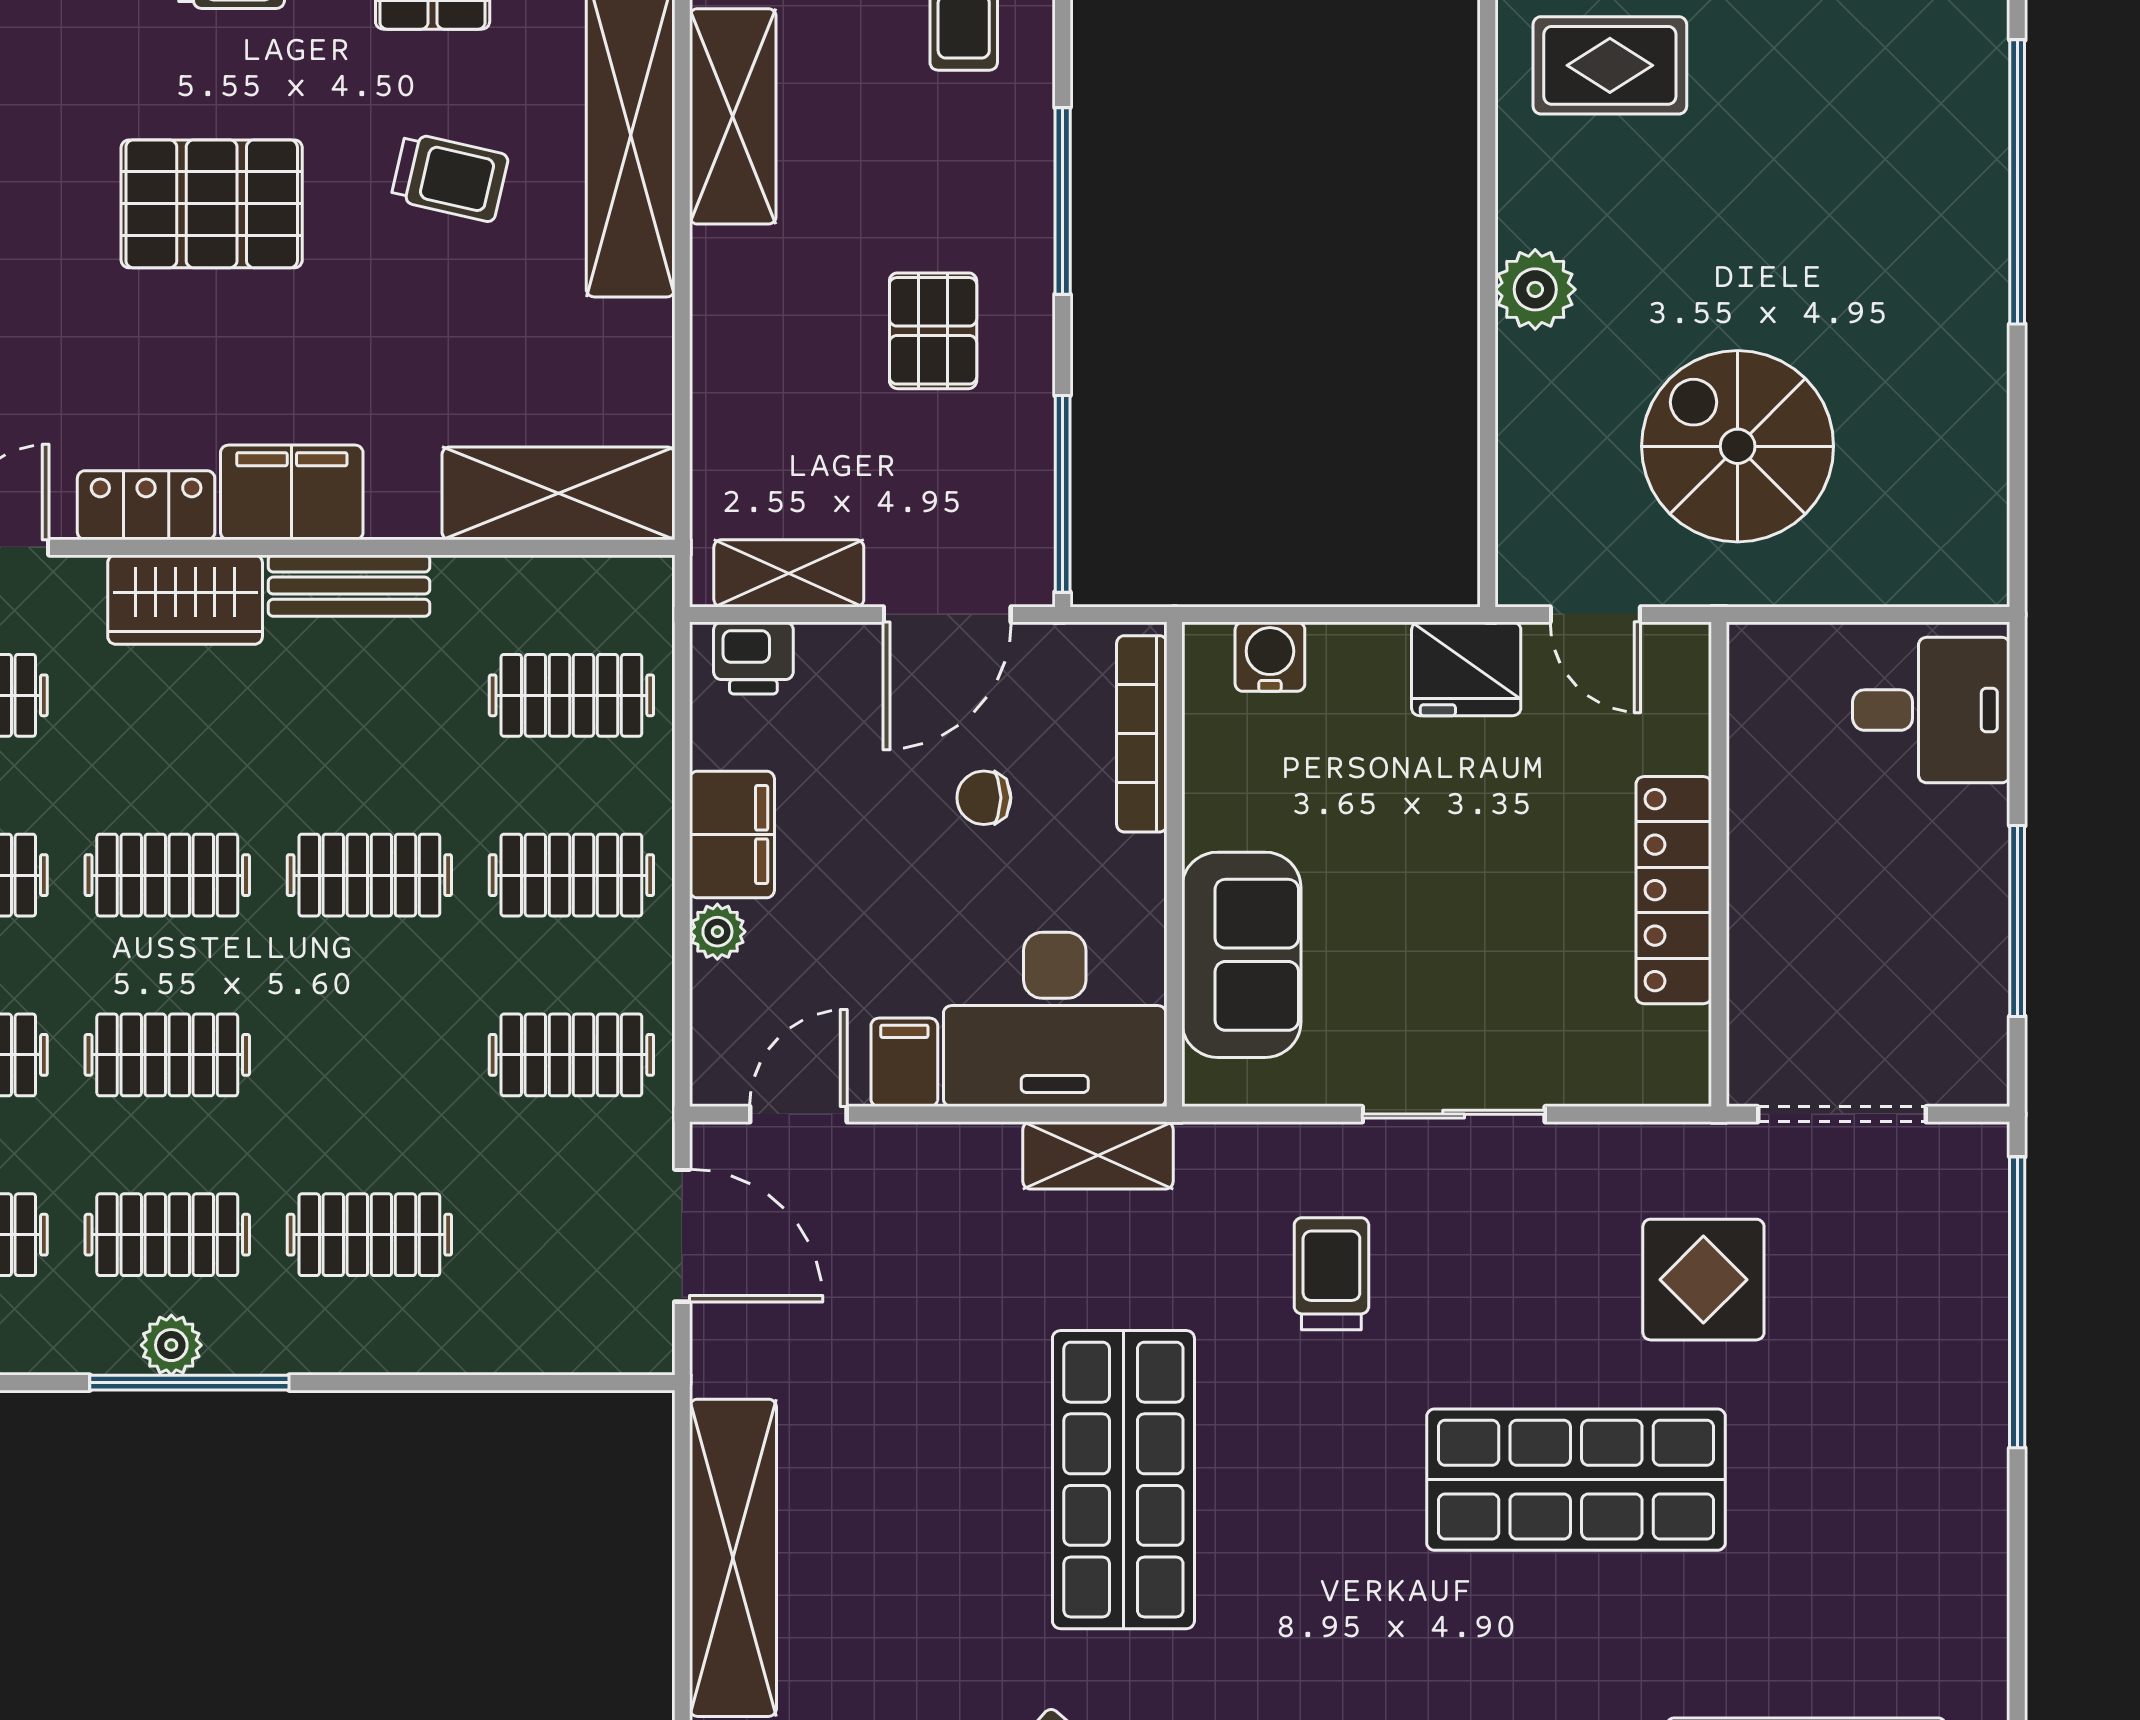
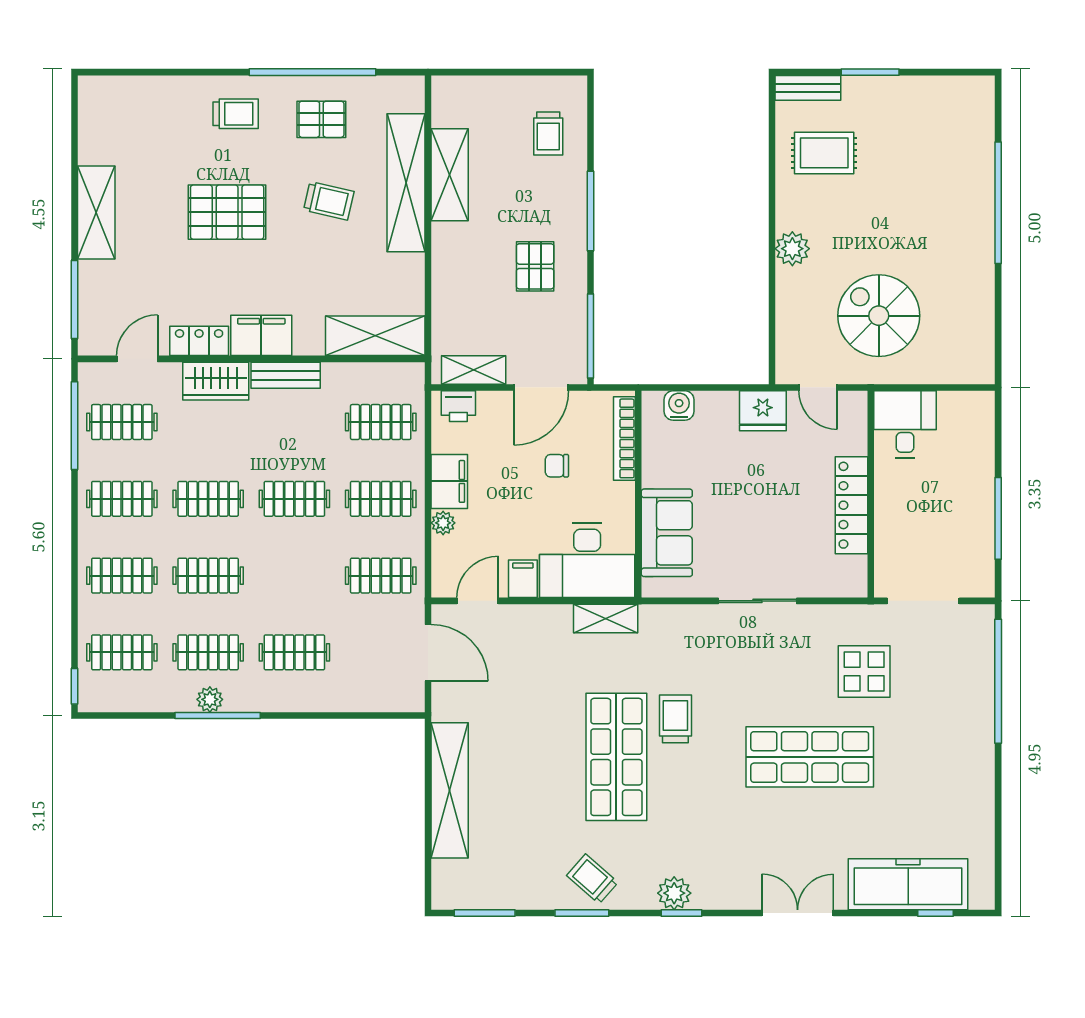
desk: (1931, 710) -> (905, 424), moved, turned -90
trolley: (1331, 1274) -> (675, 719), moved

